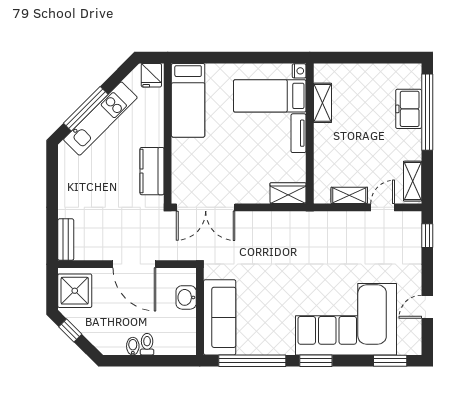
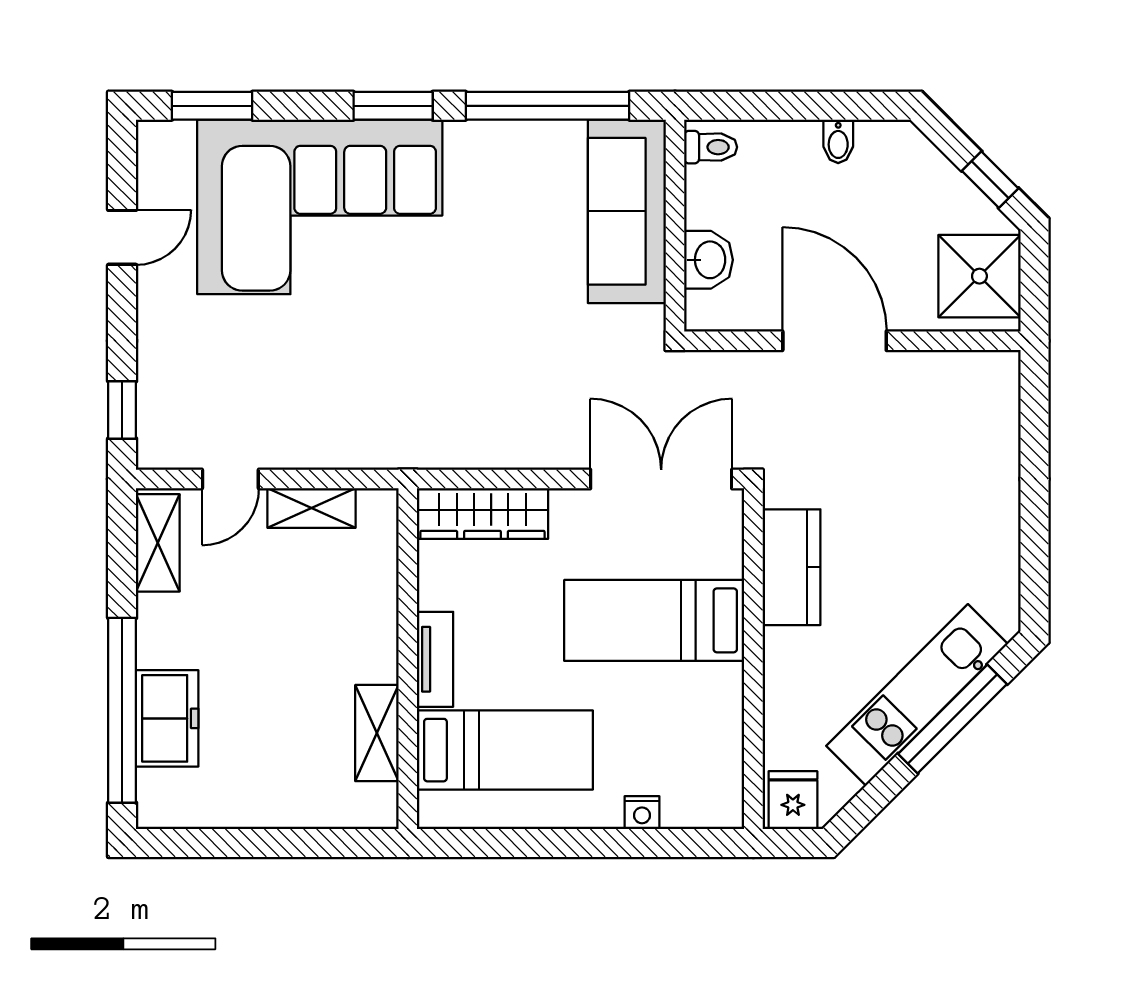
nightstand: (299, 71) -> (642, 813), moved, turned -90
bed: (188, 100) -> (654, 620), moved, turned -90
wardrobe: (288, 193) -> (483, 514), width x1.50
bench: (66, 240) -> (1001, 401), removed
toilet: (147, 344) -> (711, 147), moved, turned -90

